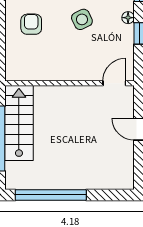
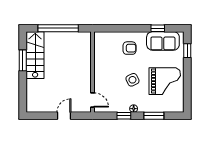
stairs: (19, 123) -> (35, 55), moved, turned -90
window: (51, 195) -> (23, 60), width x0.47

